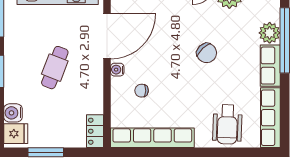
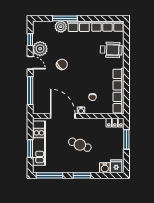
window: (285, 40) -> (65, 18), width x0.68
chair: (207, 53) -> (62, 64), moved
window: (46, 152) -> (126, 139), moved

